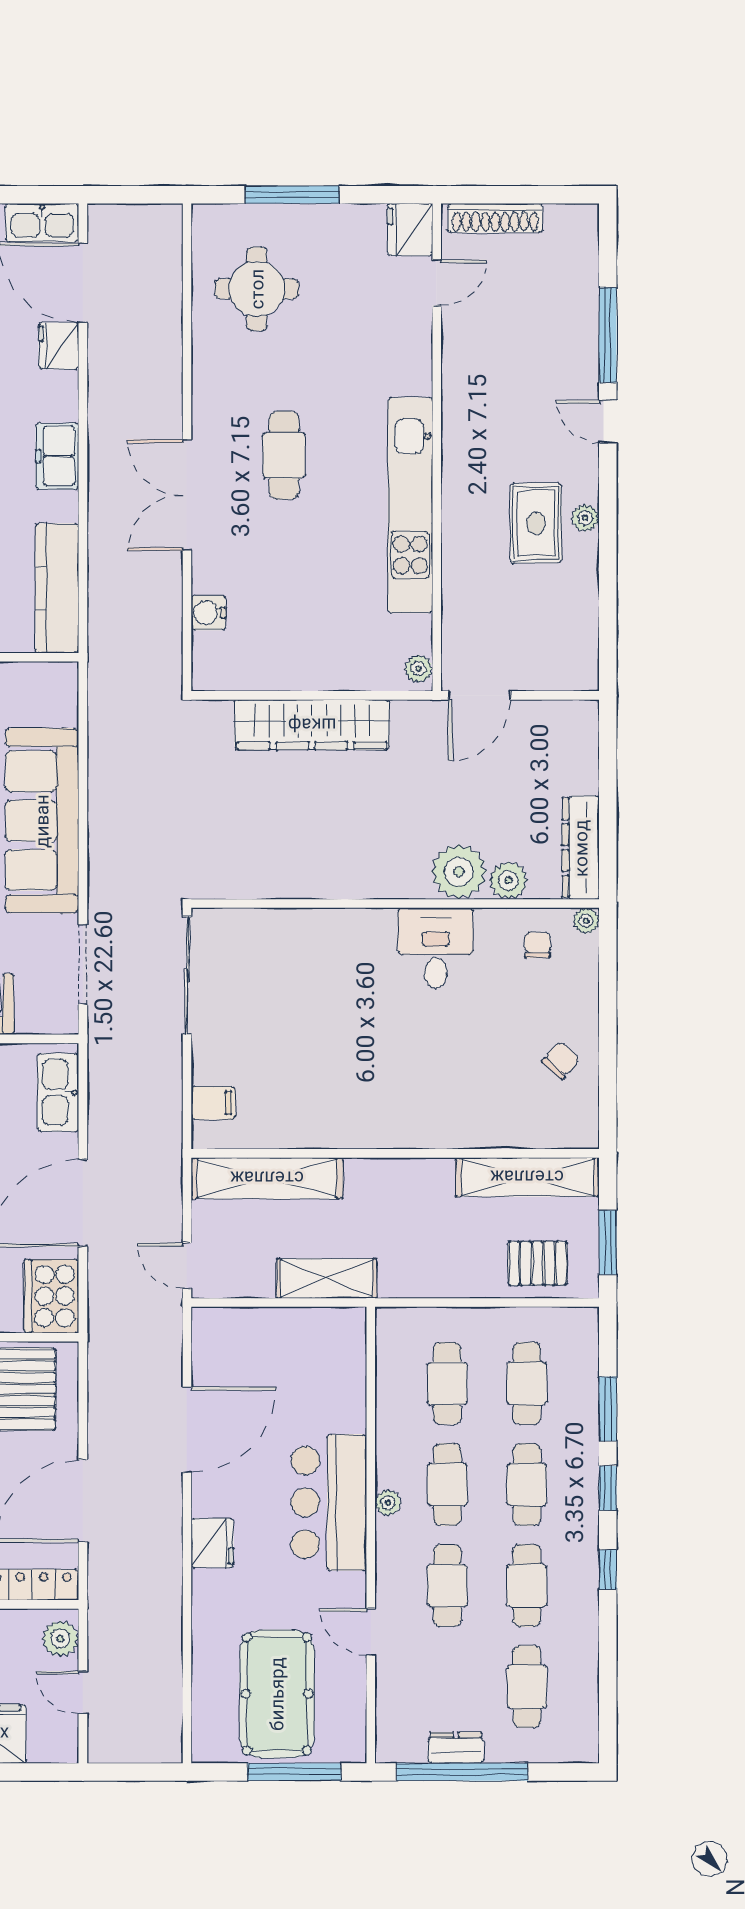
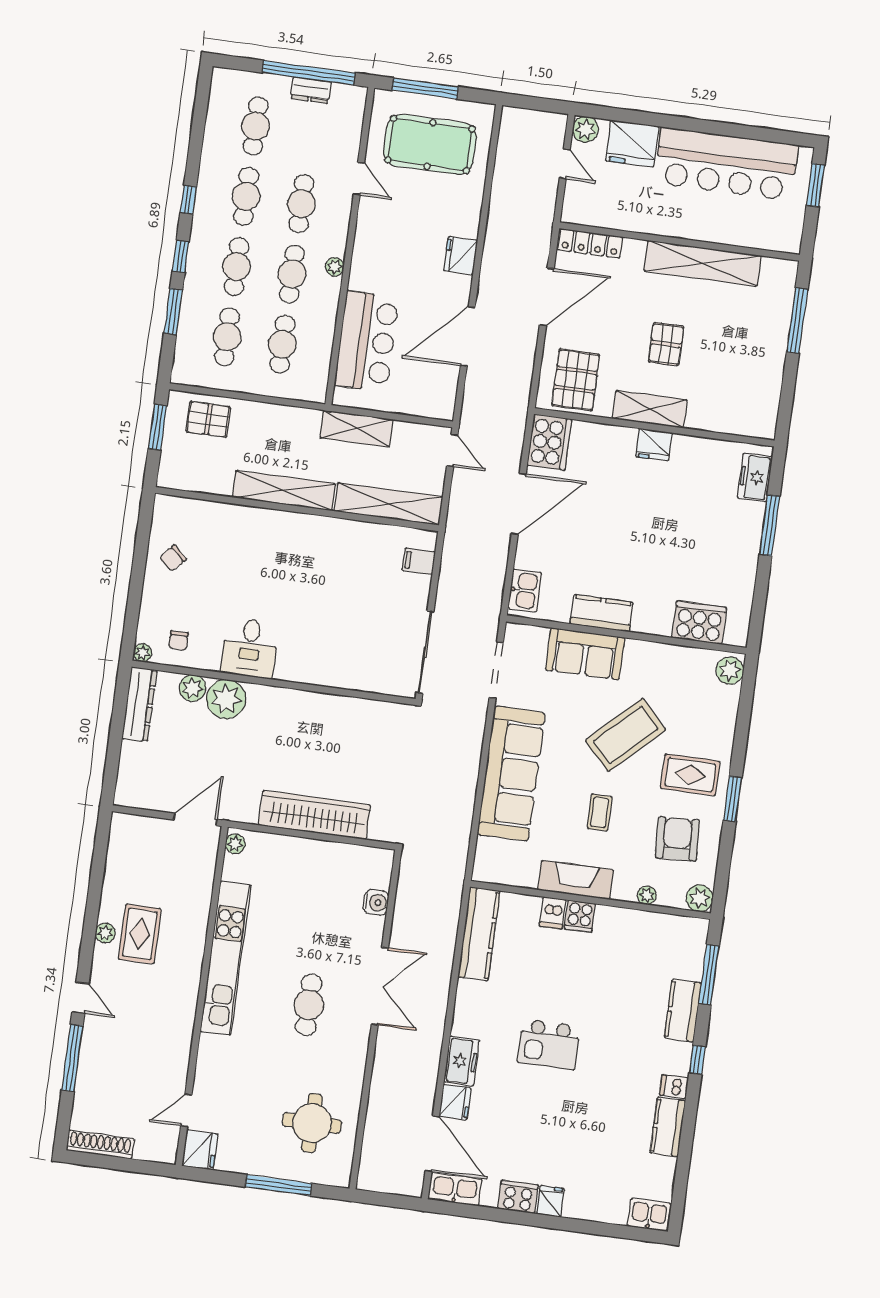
shoe rack: (495, 218) -> (100, 1145), moved
freezer: (57, 456) -> (462, 1061), moved
kitchen sink: (58, 1092) -> (525, 590), width x0.73
shelving: (527, 1177) -> (284, 491), moved
bar counter: (329, 1502) -> (367, 341), moved
plant: (60, 1639) -> (585, 129), moved
pool table: (277, 1694) -> (430, 144), turned 90

